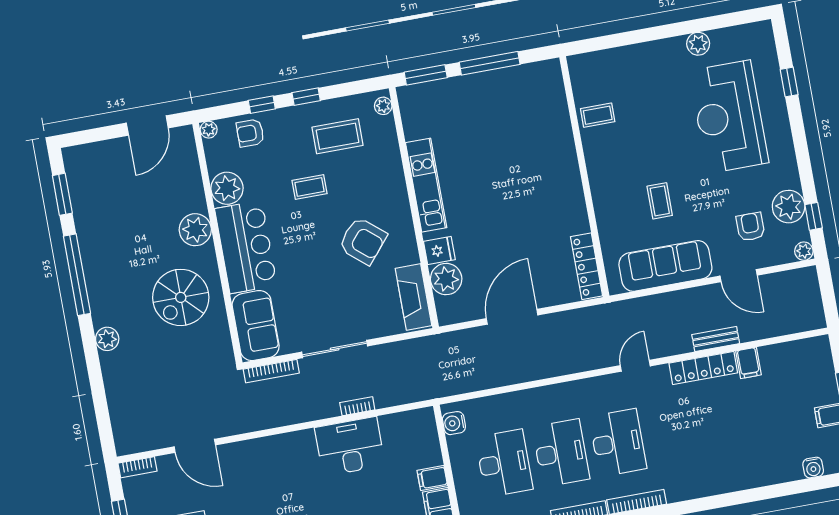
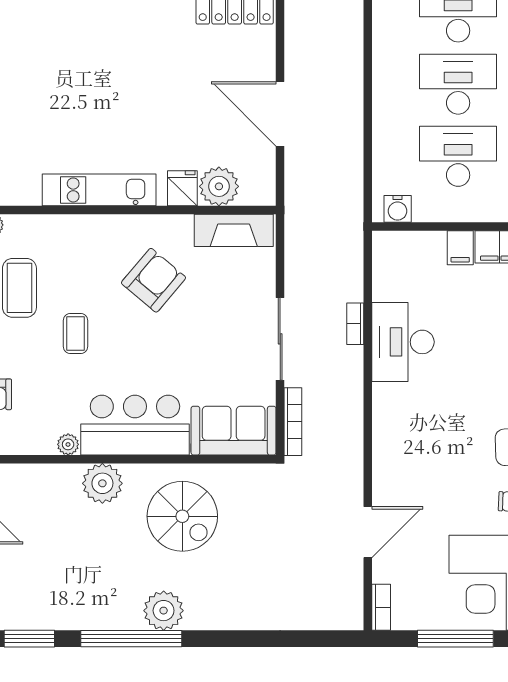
plant: (227, 188) -> (68, 444), width x0.53, depth x0.53
plant: (107, 339) -> (164, 611), moved, width x1.36, depth x1.36

